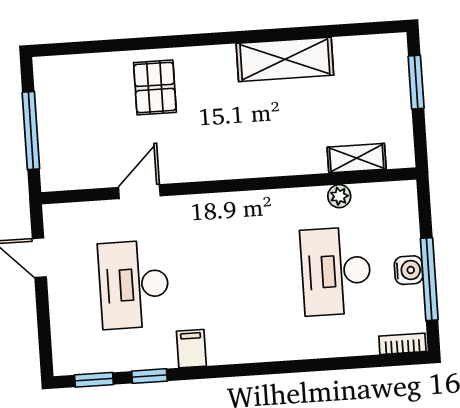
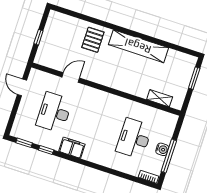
shelving: (285, 59) -> (138, 46), width x1.47
window: (31, 131) -> (38, 37), width x0.46
plant: (339, 196) -> (147, 110), removed
filing cabinet: (191, 349) -> (72, 148), width x2.00

